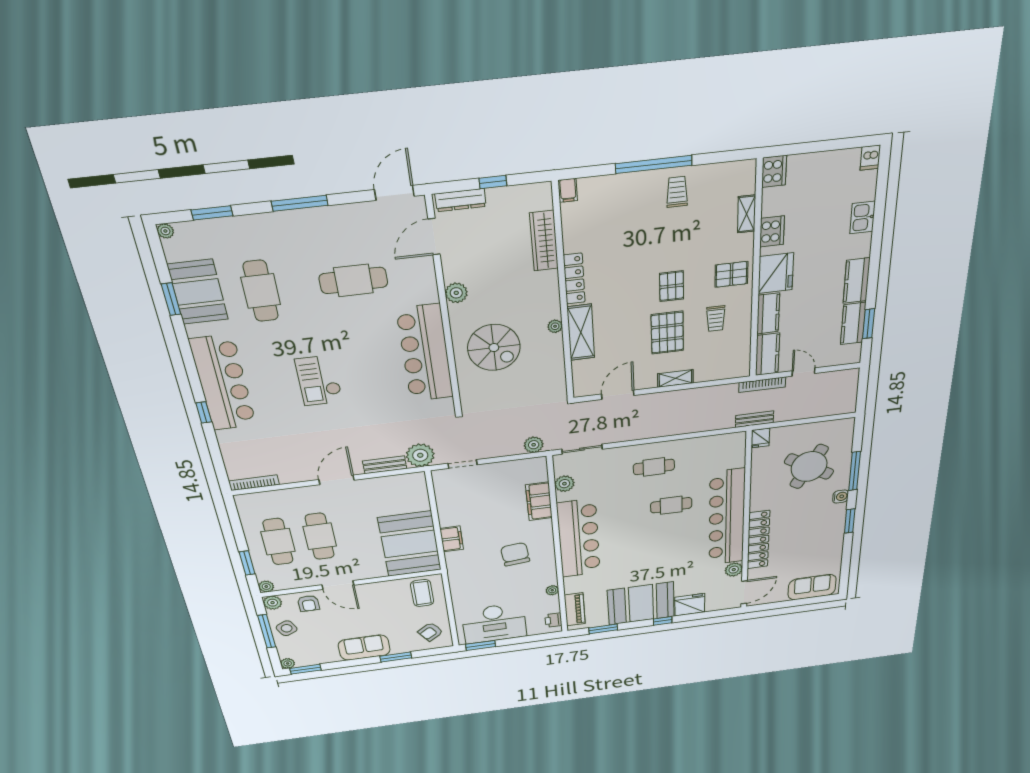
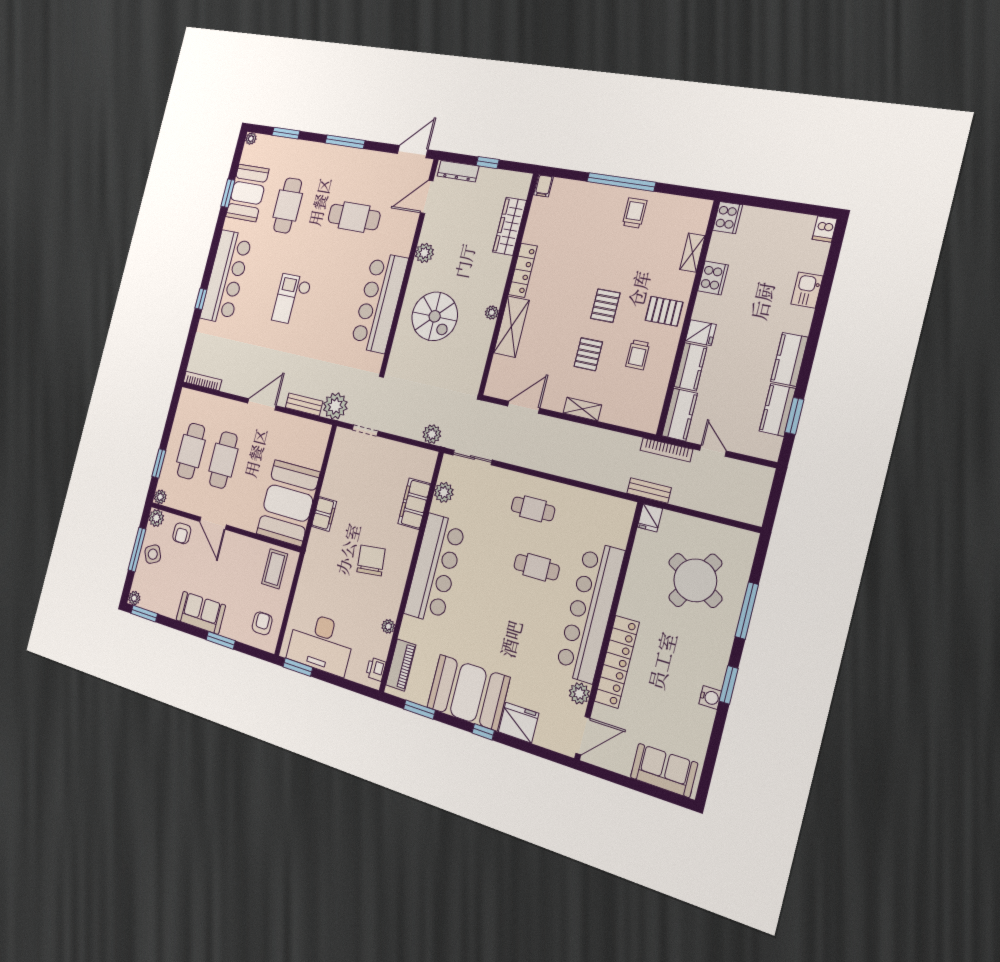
fridge: (776, 273) -> (701, 333), width x0.53, depth x0.75
pallet: (667, 333) -> (588, 354), width x0.67, depth x0.71
water cooler: (840, 497) -> (710, 697), moved
armchair: (430, 632) -> (262, 623), turned 124

